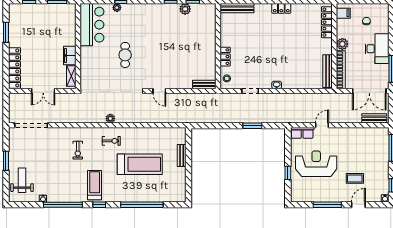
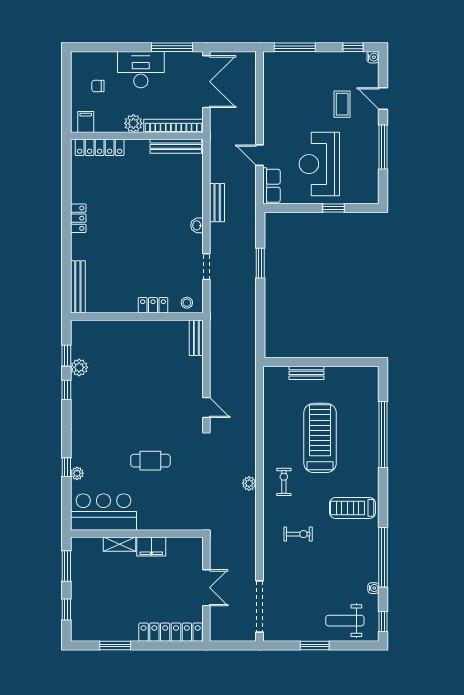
shelving: (71, 76) -> (120, 544), moved
door: (159, 91) -> (206, 407), hinge flipped
bench: (374, 118) -> (217, 203), moved
window: (99, 205) -> (383, 621), moved

